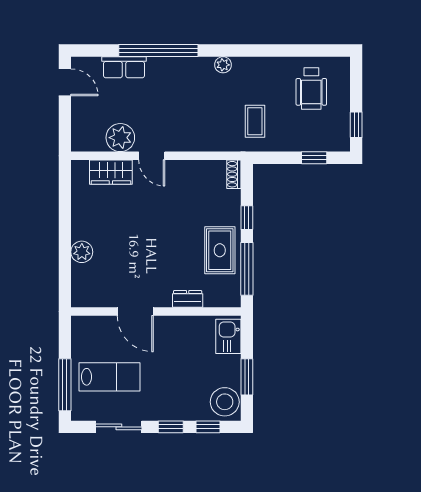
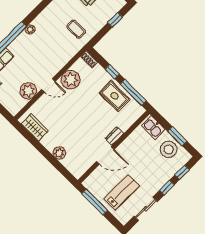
plant: (223, 65) -> (30, 29), moved
wardrobe: (111, 172) -> (35, 128), moved, turned -90
plant: (186, 176) -> (71, 80), added
dresser: (188, 299) -> (114, 136), moved
window: (65, 385) -> (95, 202), moved
stool: (225, 402) -> (169, 149), moved

